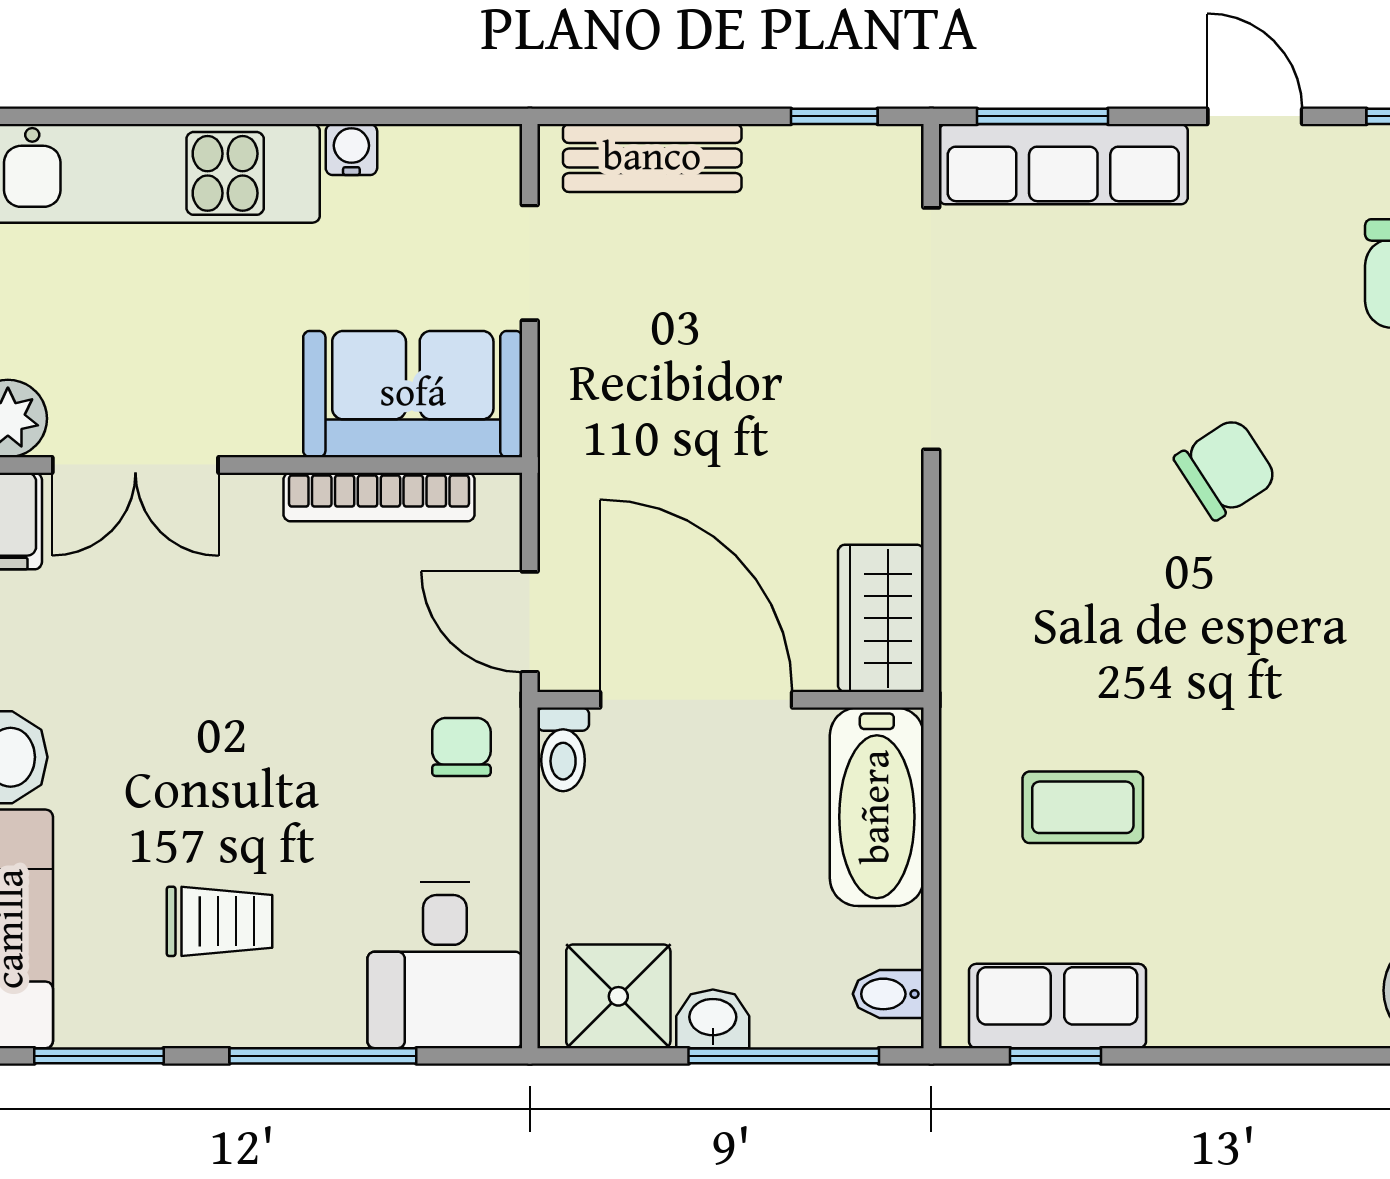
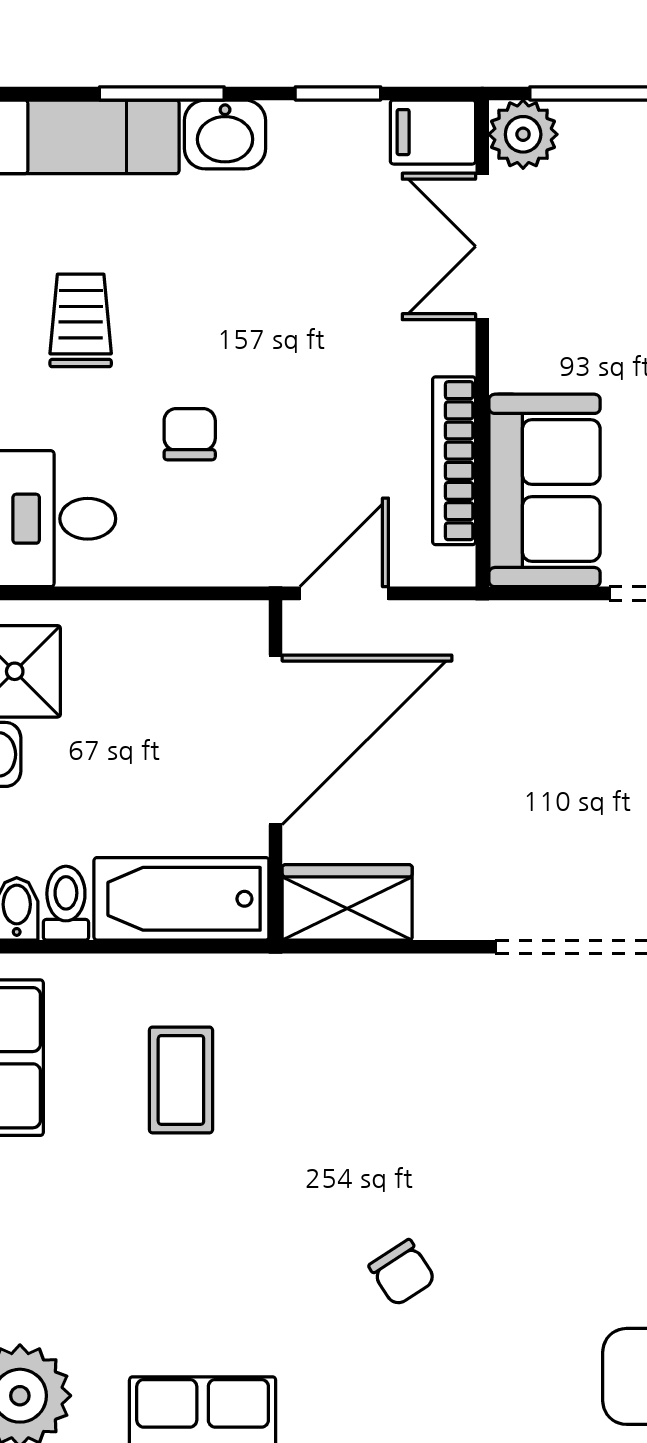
chair: (1226, 469) -> (402, 1273), moved, width x0.73, depth x0.73
chair: (461, 747) -> (190, 434), moved, turned -90
toilet: (563, 749) -> (66, 903), moved, turned 90
trolley: (220, 921) -> (81, 320), turned 180

